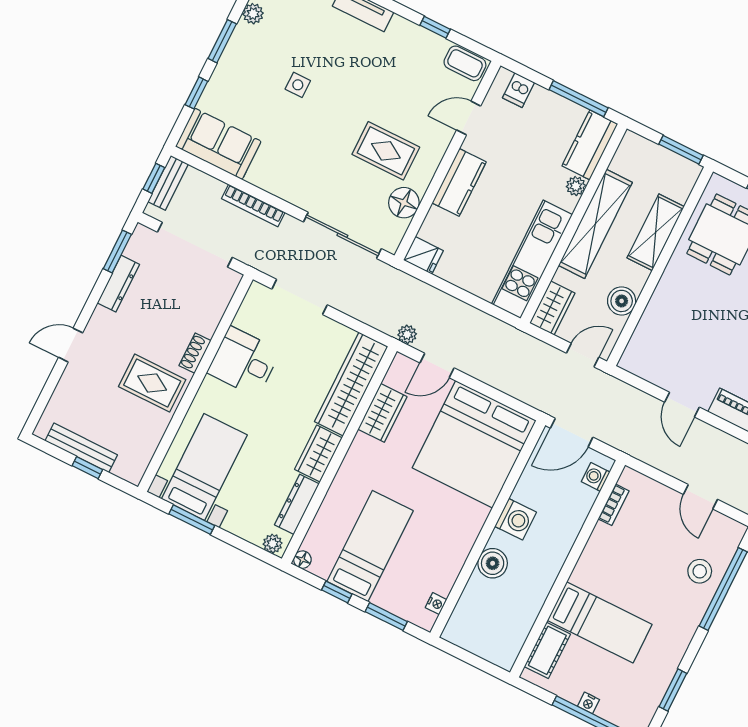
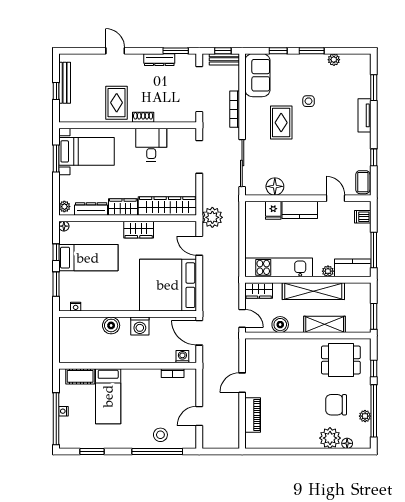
rug: (386, 151) -> (281, 123), moved
fridge: (423, 255) -> (273, 210), moved
plant: (407, 334) -> (212, 217), width x1.88, depth x1.88
wardrobe: (382, 413) -> (139, 230), moved

